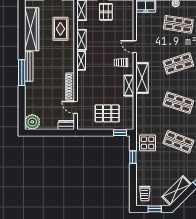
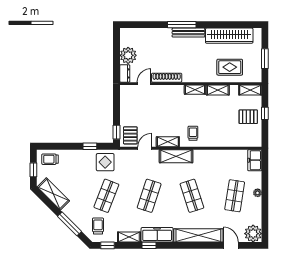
door: (135, 47) -> (145, 148), moved
pallet: (107, 113) -> (130, 135), moved, width x0.67, depth x0.71
plant: (32, 122) -> (128, 55), moved

